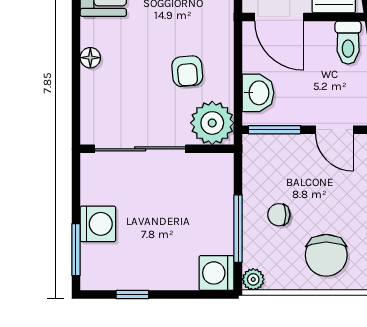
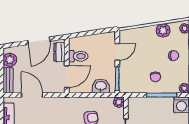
toilet: (348, 43) -> (78, 56), moved
plant: (212, 123) -> (119, 102), width x0.53, depth x0.53
chair: (326, 255) -> (174, 56), width x0.54, depth x0.54

